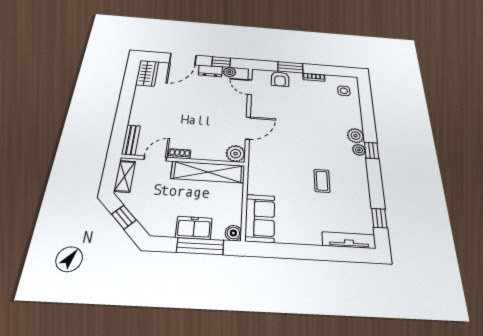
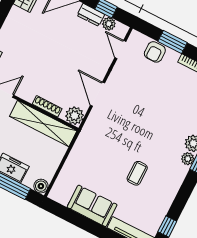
door: (248, 128) -> (97, 94), swing flipped
shoe rack: (179, 154) -> (47, 106), moved, width x1.43
sofa: (260, 218) -> (92, 206), moved, turned -90

